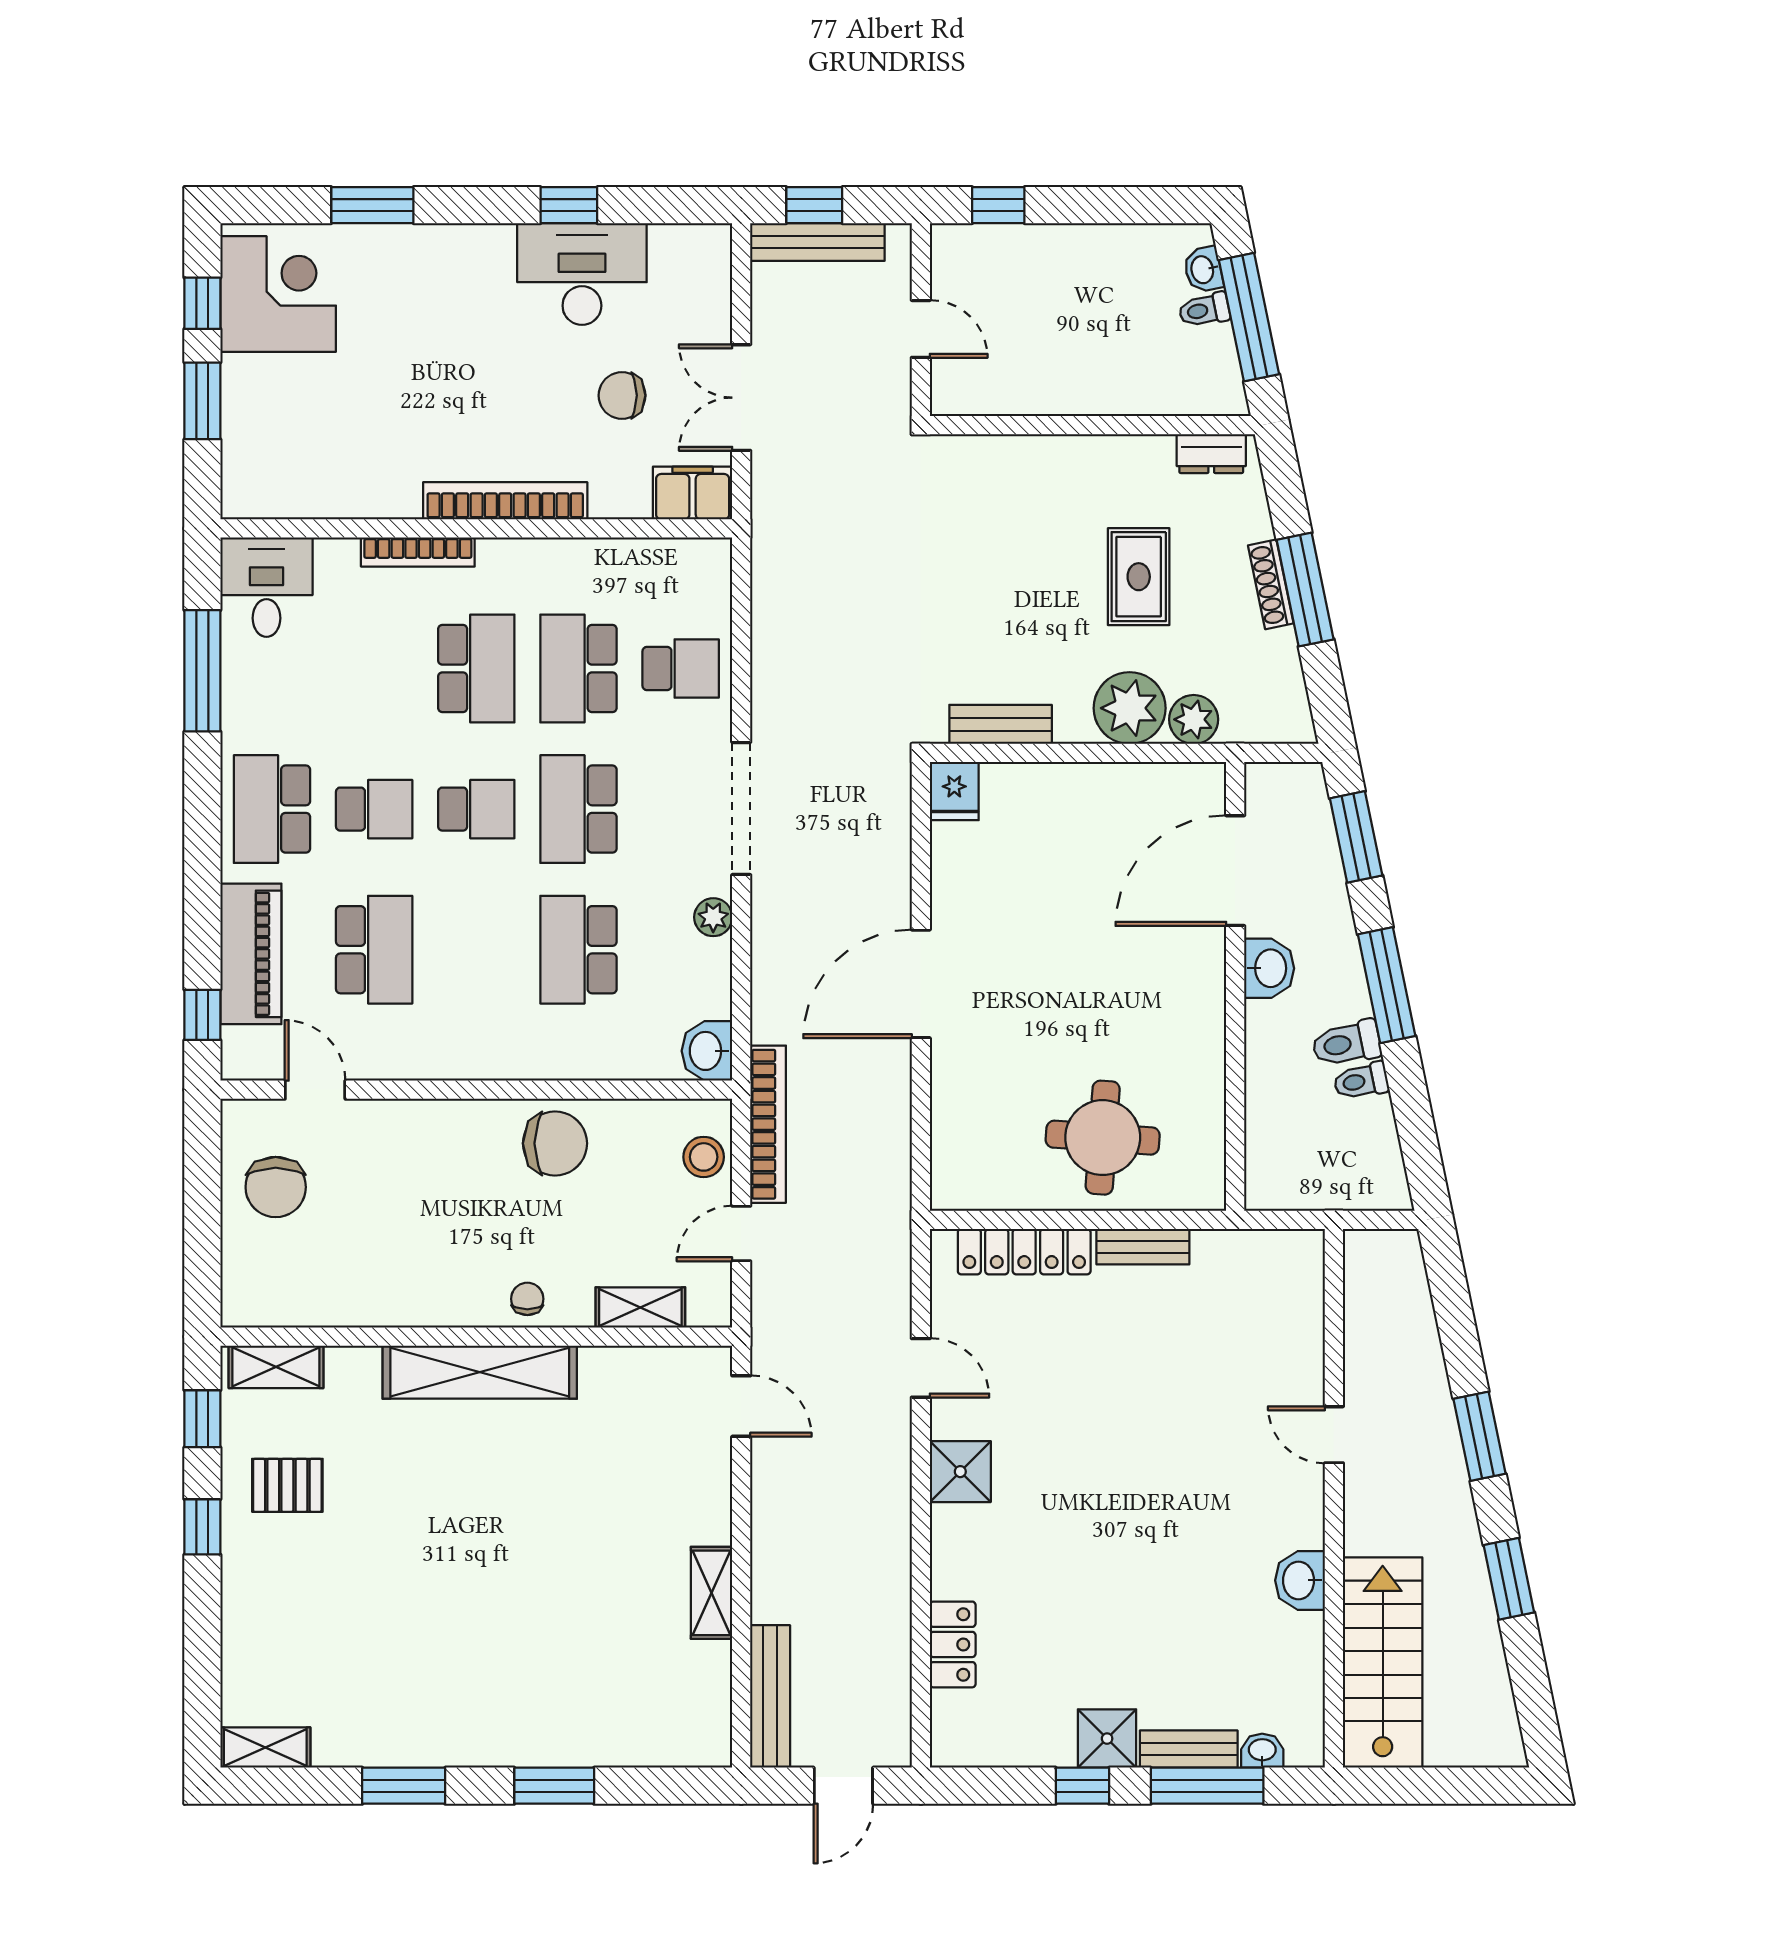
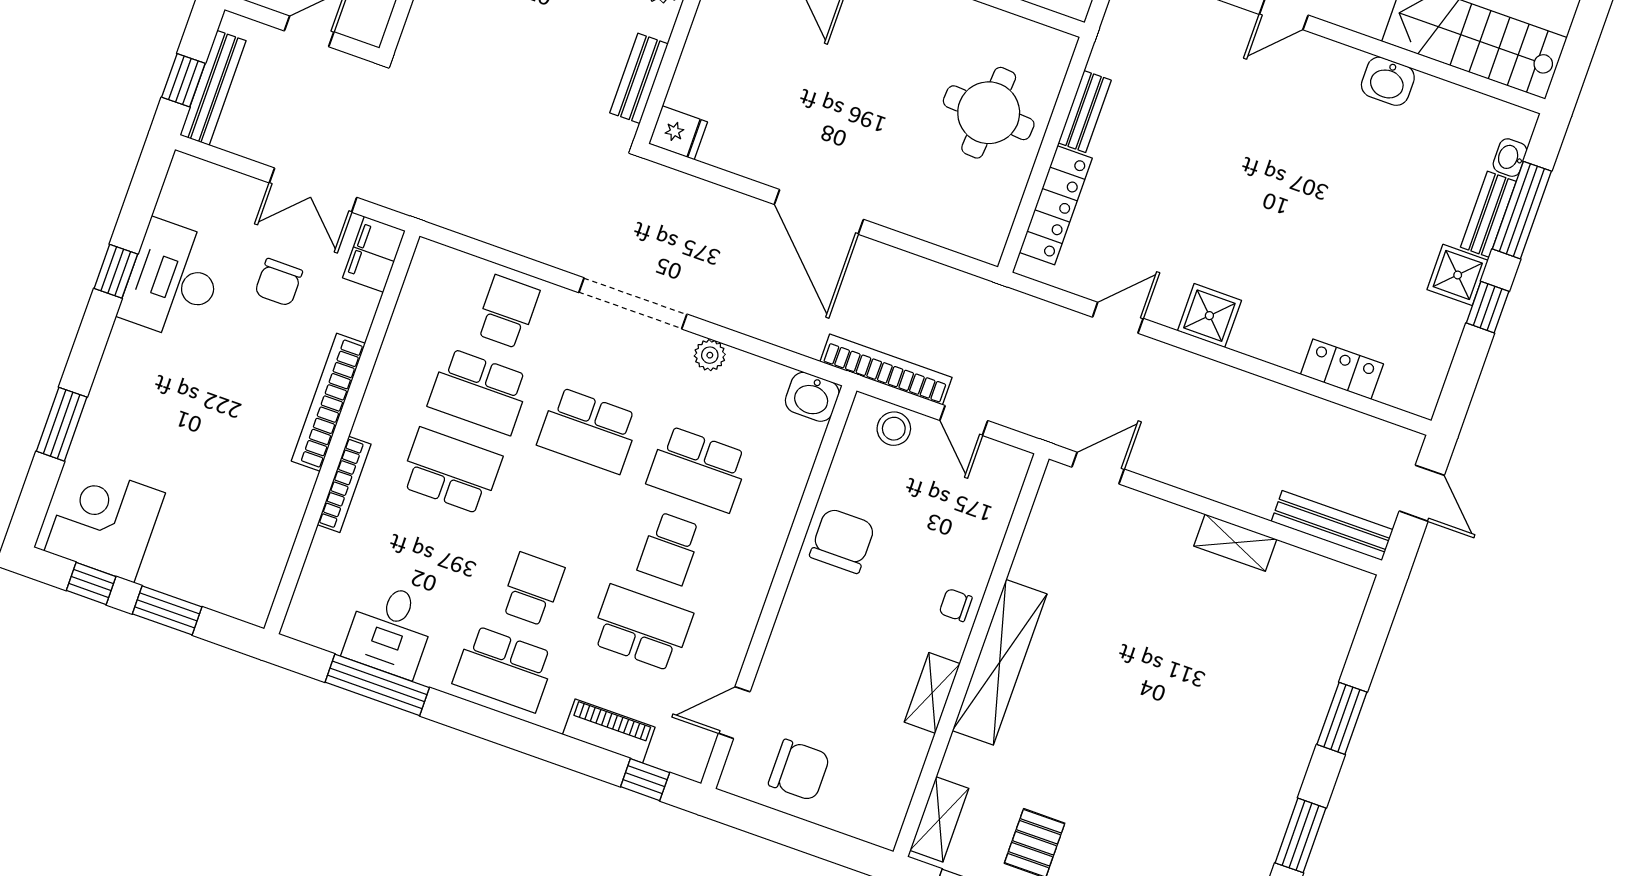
desk: (266, 587) -> (390, 630), moved, turned -90
school desk: (476, 809) -> (670, 548), moved, turned 180
piano: (251, 954) -> (609, 731), width x0.73, depth x0.75
shelving: (640, 1308) -> (932, 693), moved

